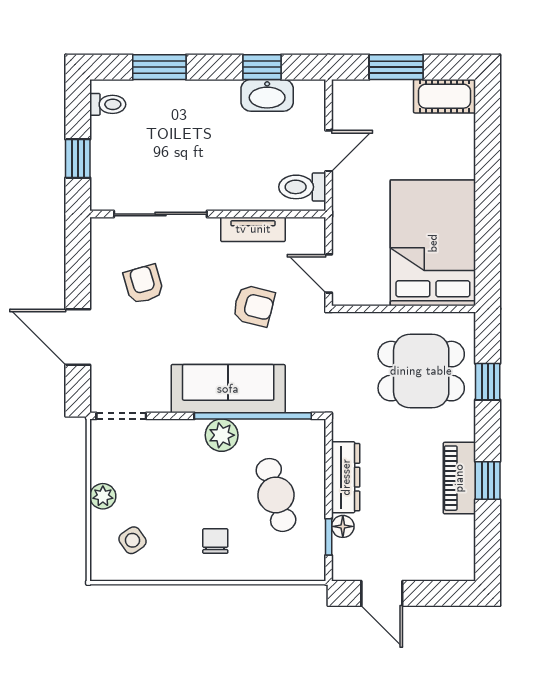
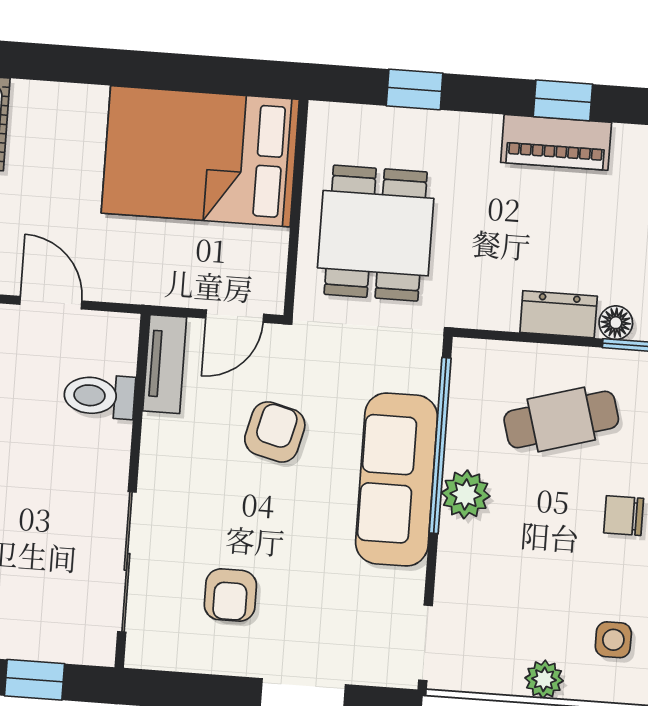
toilet: (302, 187) -> (99, 396), moved, turned 90
tv unit: (253, 229) -> (165, 364), moved
armchair: (143, 284) -> (230, 595), turned -74
dining table: (421, 371) -> (376, 233), moved
dresser: (346, 477) -> (559, 314), width x0.70
side table: (132, 540) -> (613, 640), turned 35

